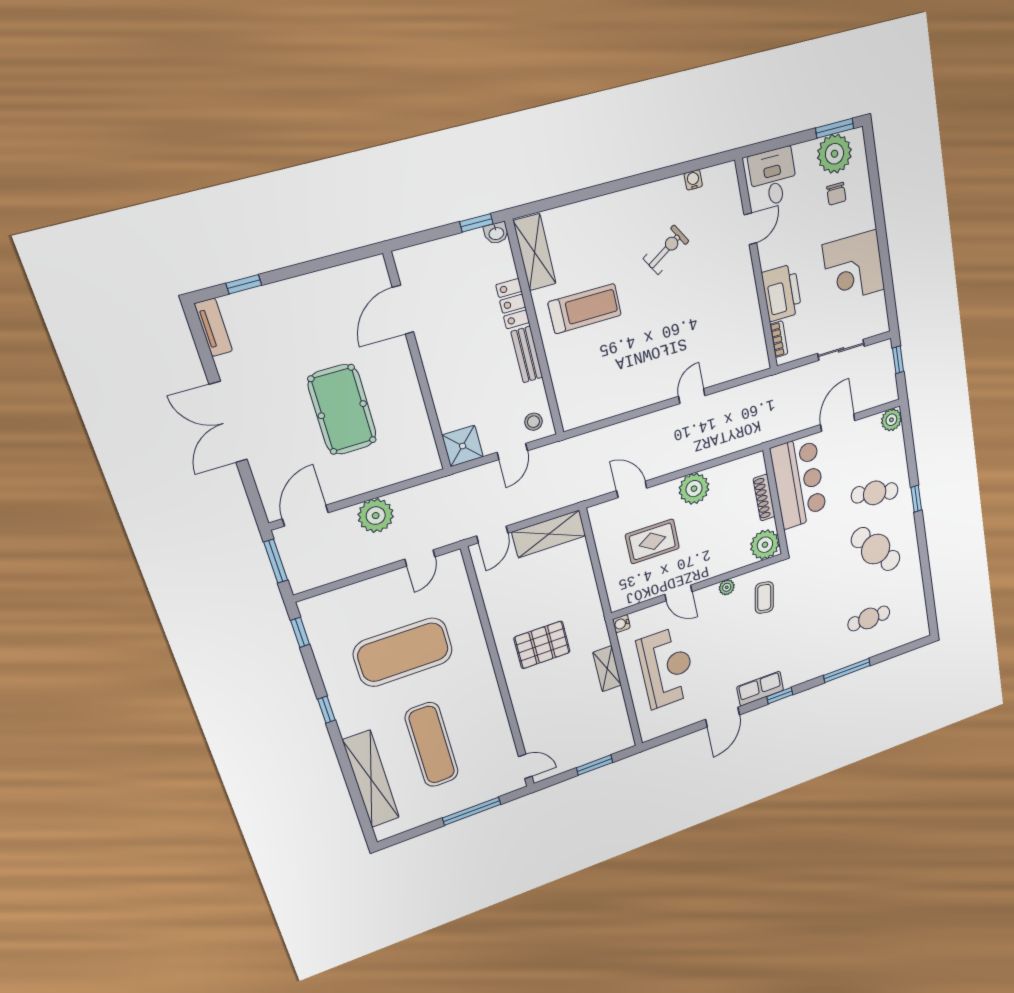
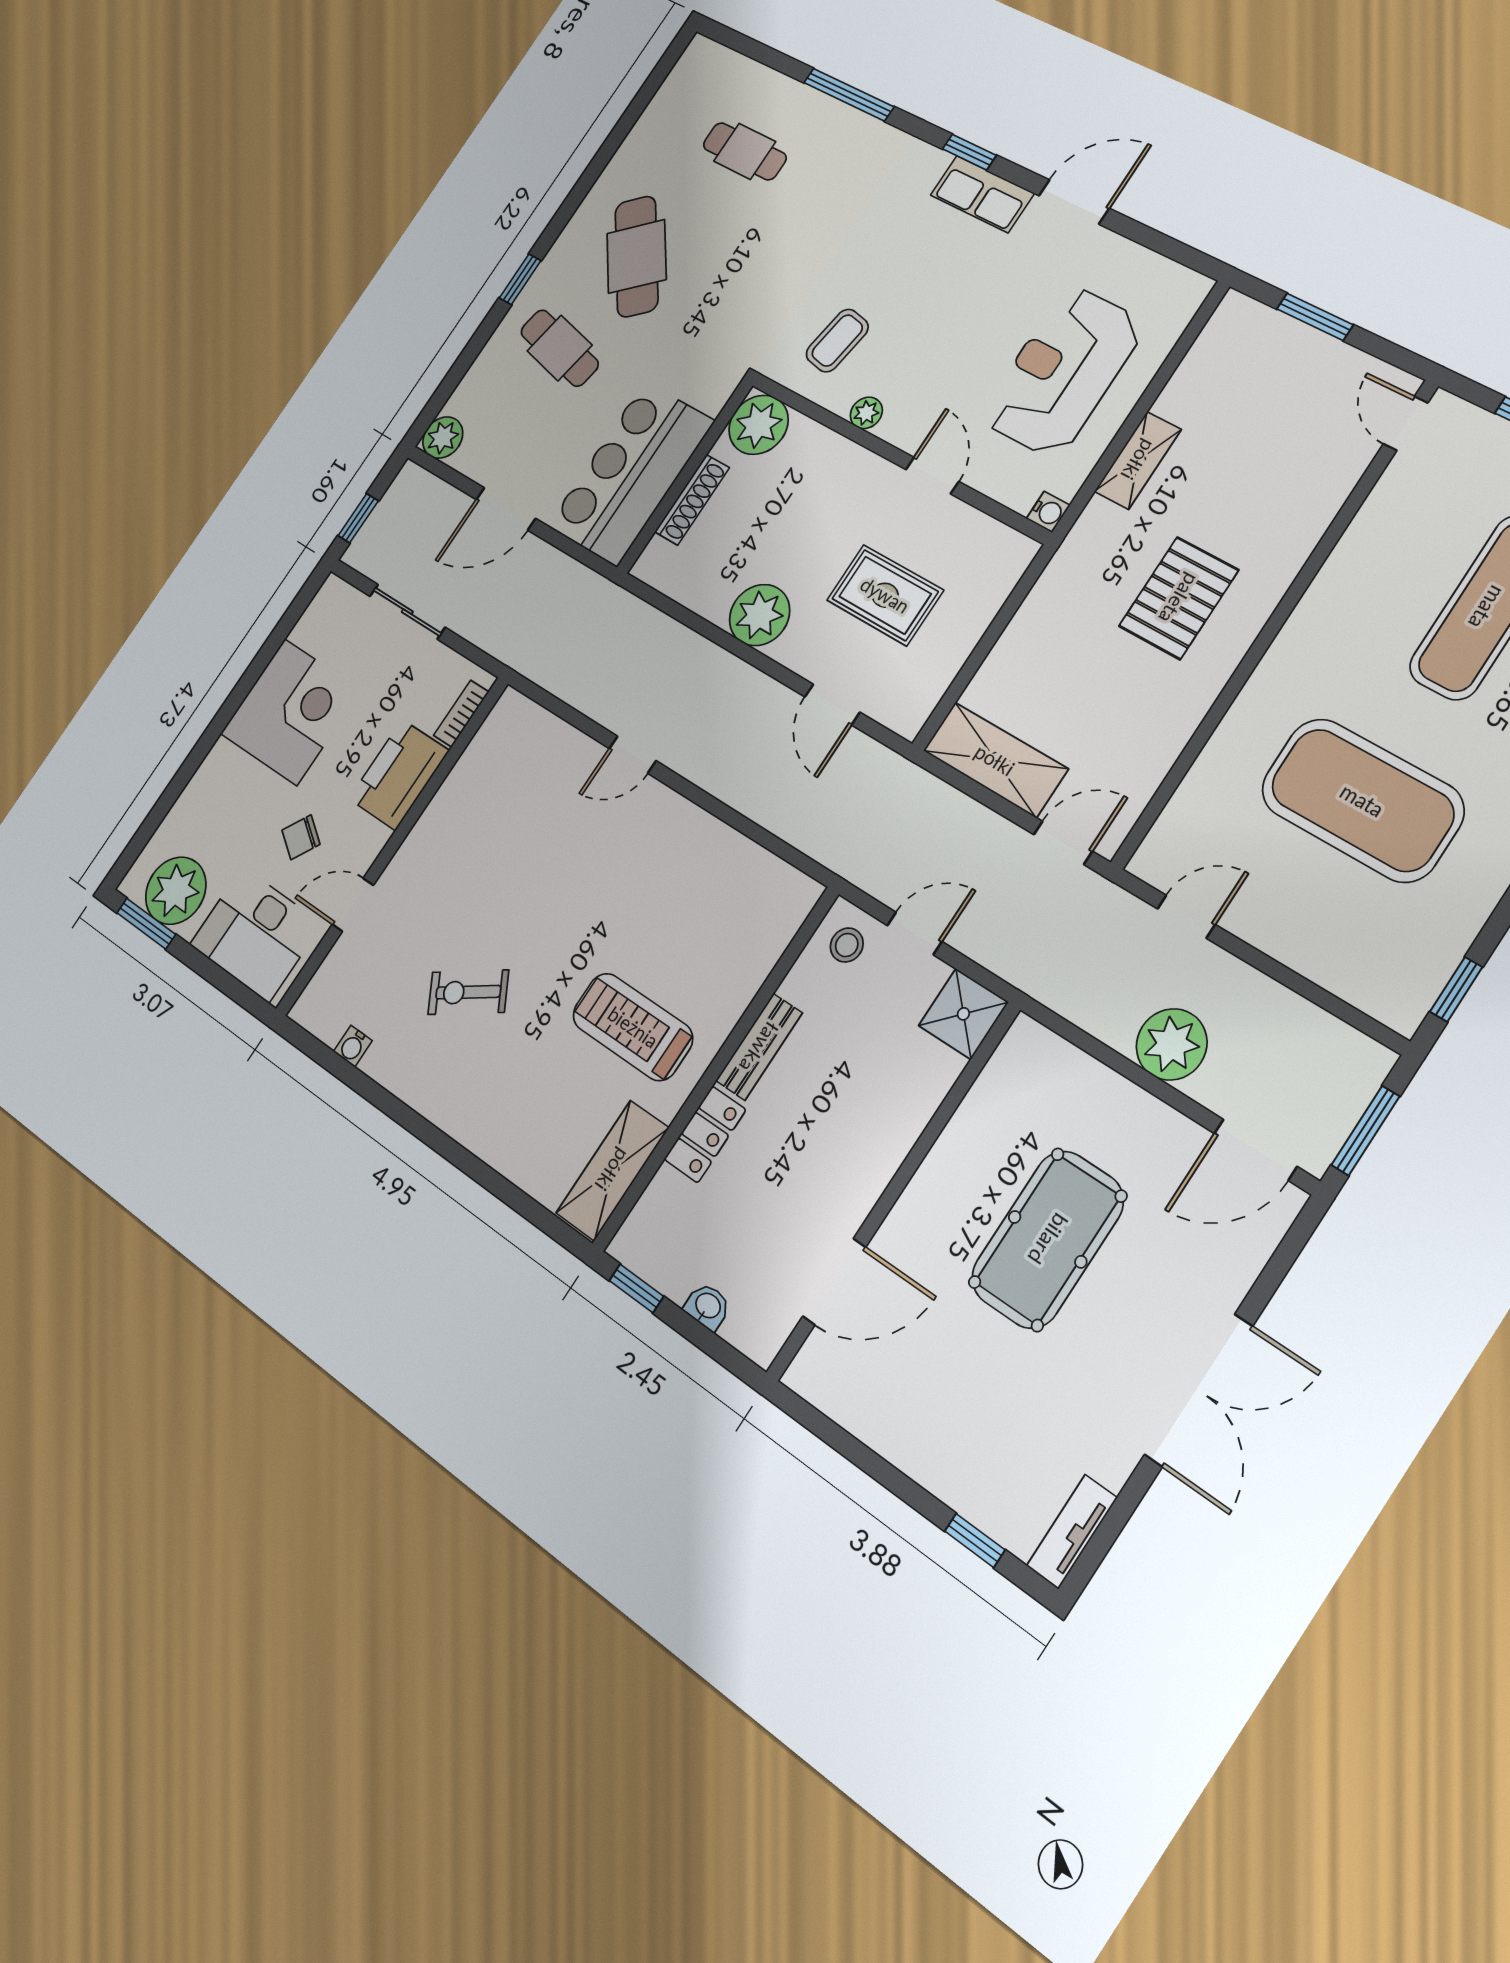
desk: (773, 177) -> (256, 934), width x1.37
chair: (836, 194) -> (301, 837), moved, turned -147
washbasin: (496, 233) -> (707, 1306), moved
pallet: (542, 645) -> (1179, 598), turned 90

